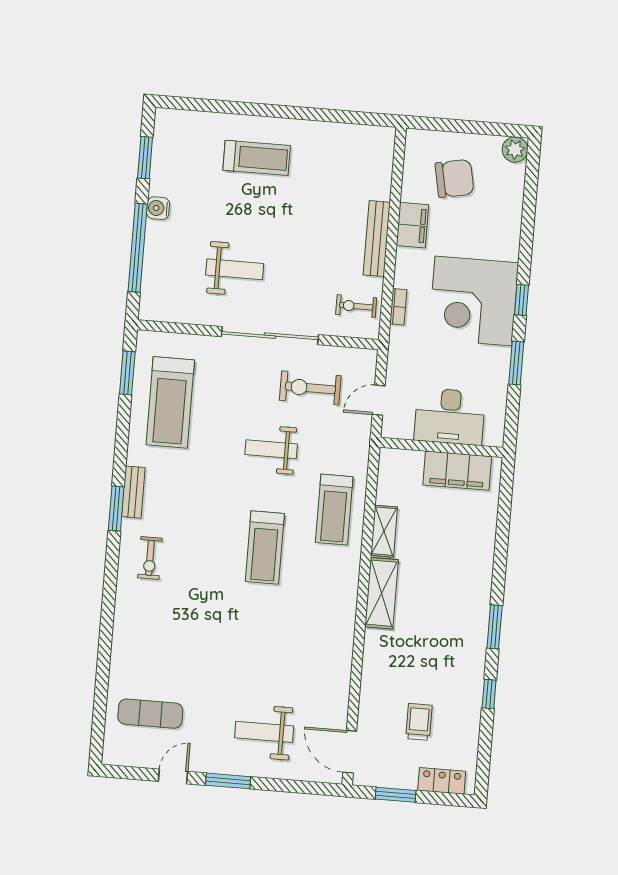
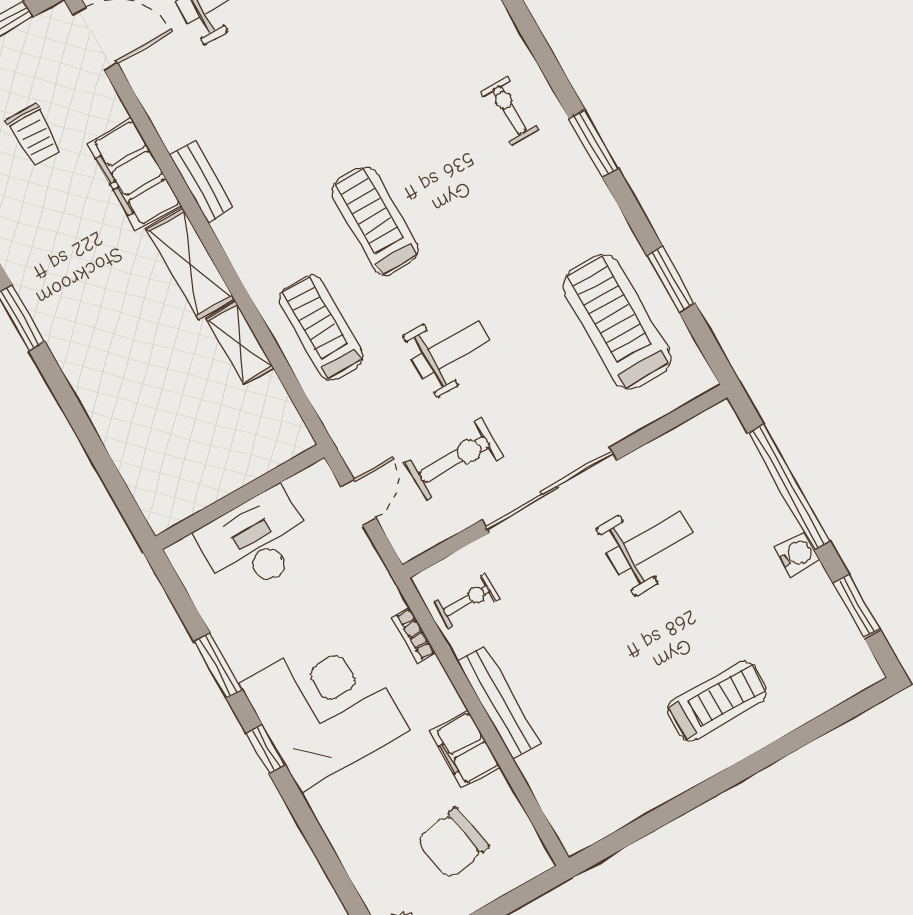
treadmill: (257, 158) -> (717, 701), turned 180
weight bench: (235, 269) -> (650, 543), turned 180
window: (127, 373) -> (671, 279), moved
filing cabinet: (457, 471) -> (134, 174), moved, turned -90
bench: (133, 492) -> (201, 181), moved

